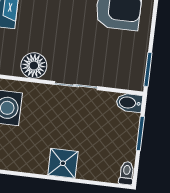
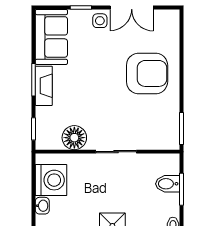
bidet: (129, 103) -> (168, 184), moved

